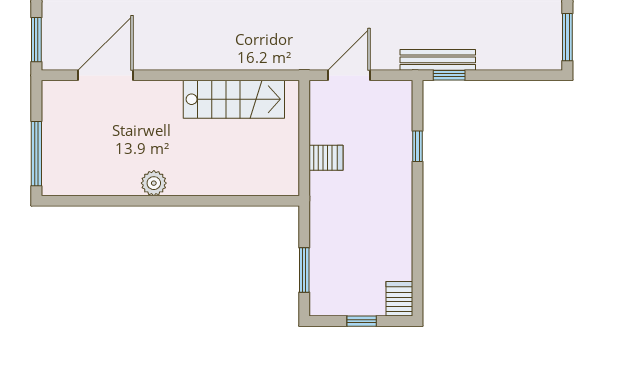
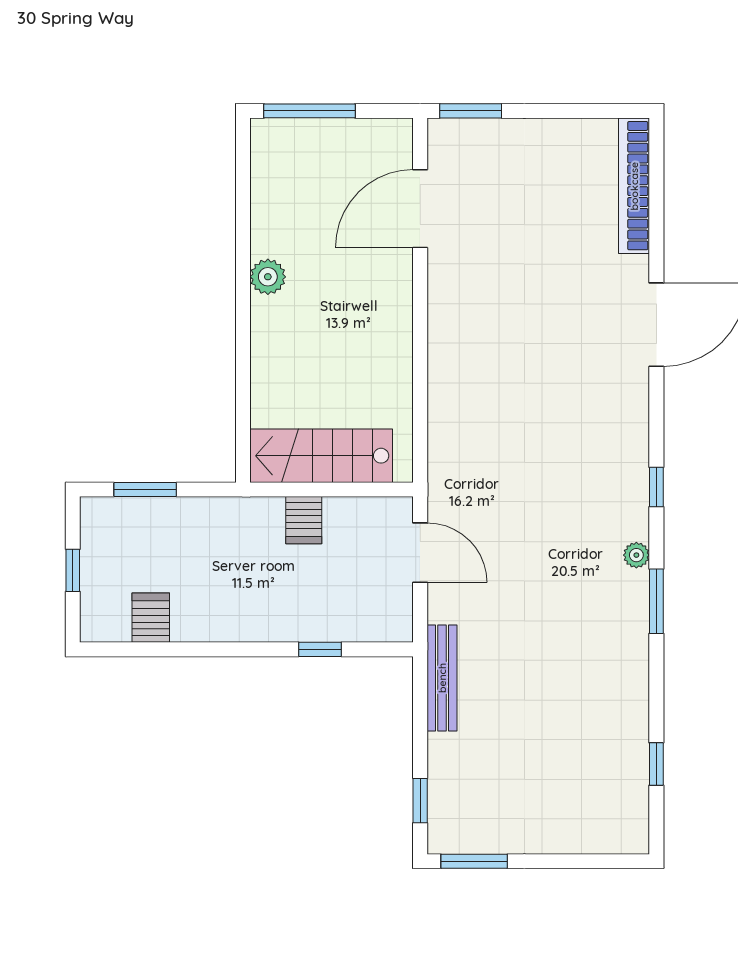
door: (106, 75) -> (420, 209), swing flipped
window: (449, 75) -> (420, 801), moved
stairs: (234, 99) -> (321, 456), moved, turned 90
server rack: (399, 299) -> (151, 618), moved, turned -90

